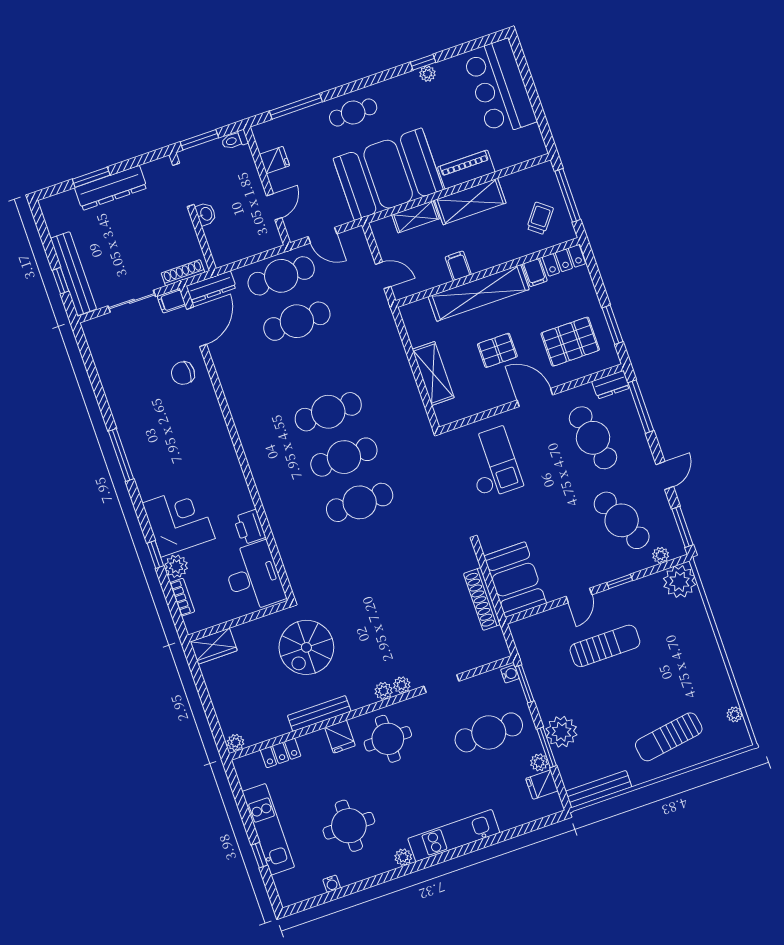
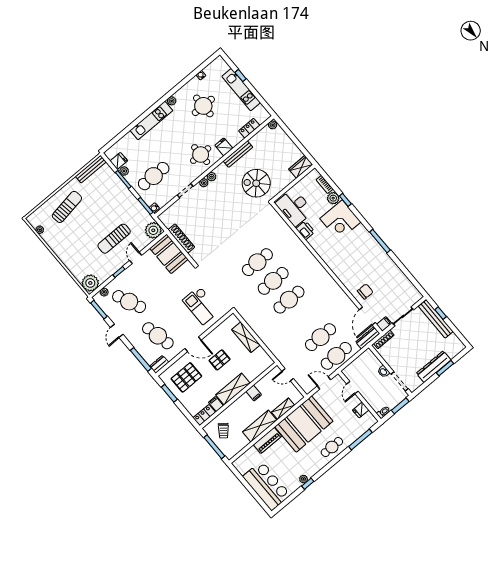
shelving: (479, 293) -> (233, 389), width x0.68
spiral stairs: (306, 647) -> (256, 183), turned -90
plant: (561, 732) -> (153, 230), moved

